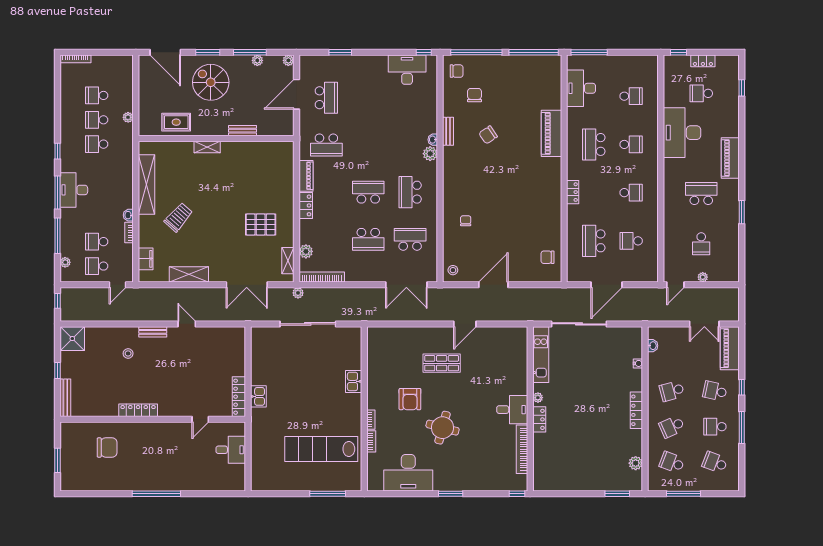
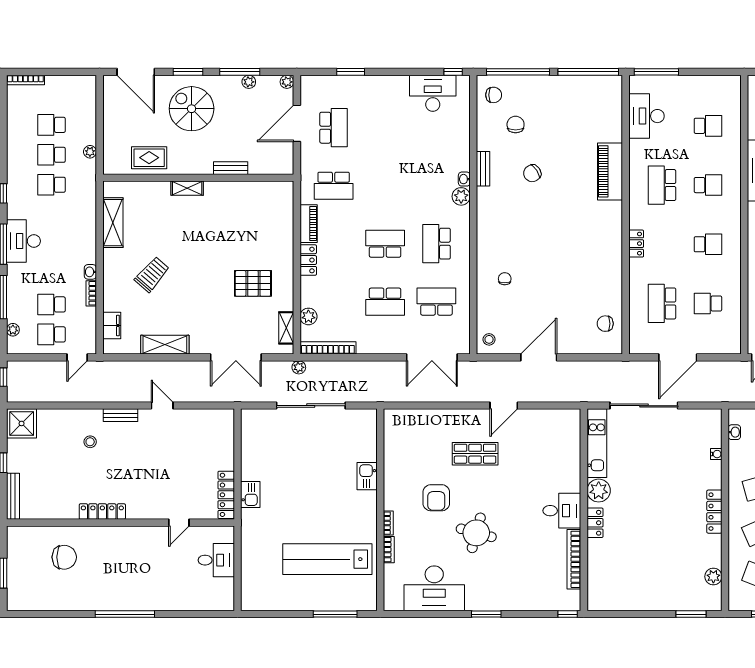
shelving: (147, 184) -> (113, 223), width x0.68
plant: (538, 398) -> (599, 491), width x1.88, depth x1.88

